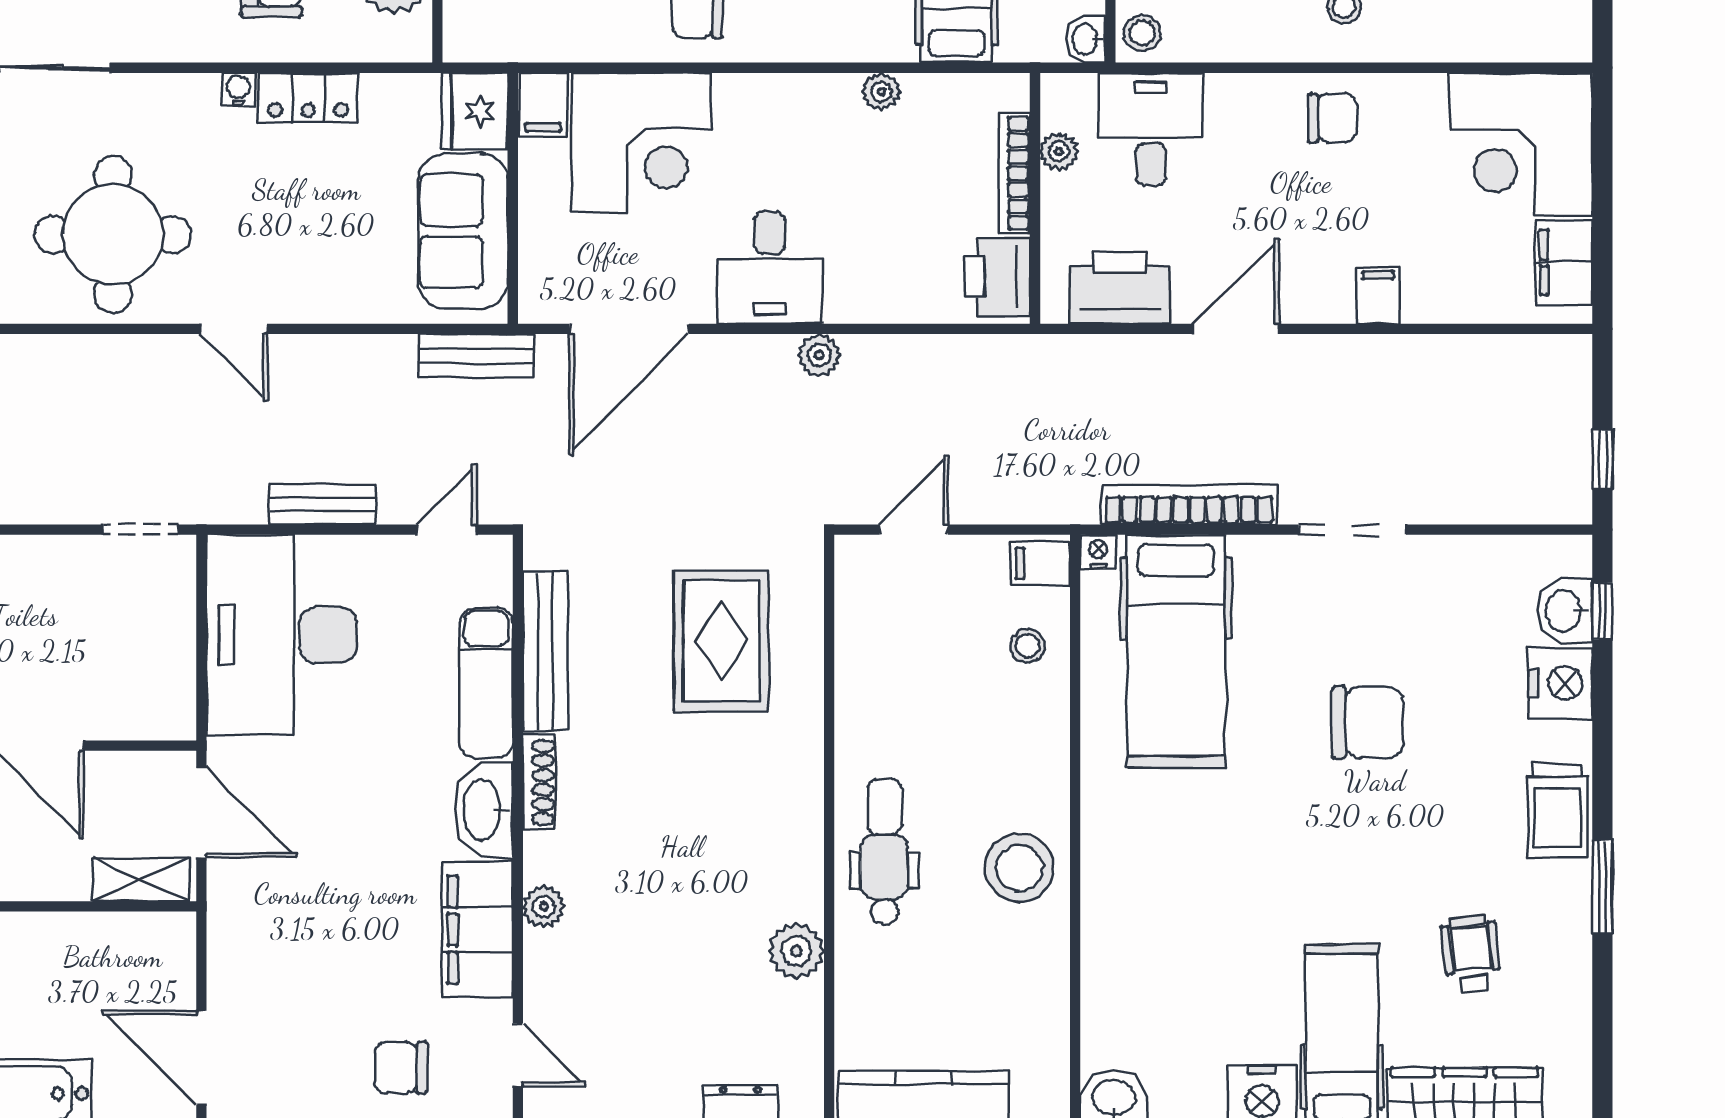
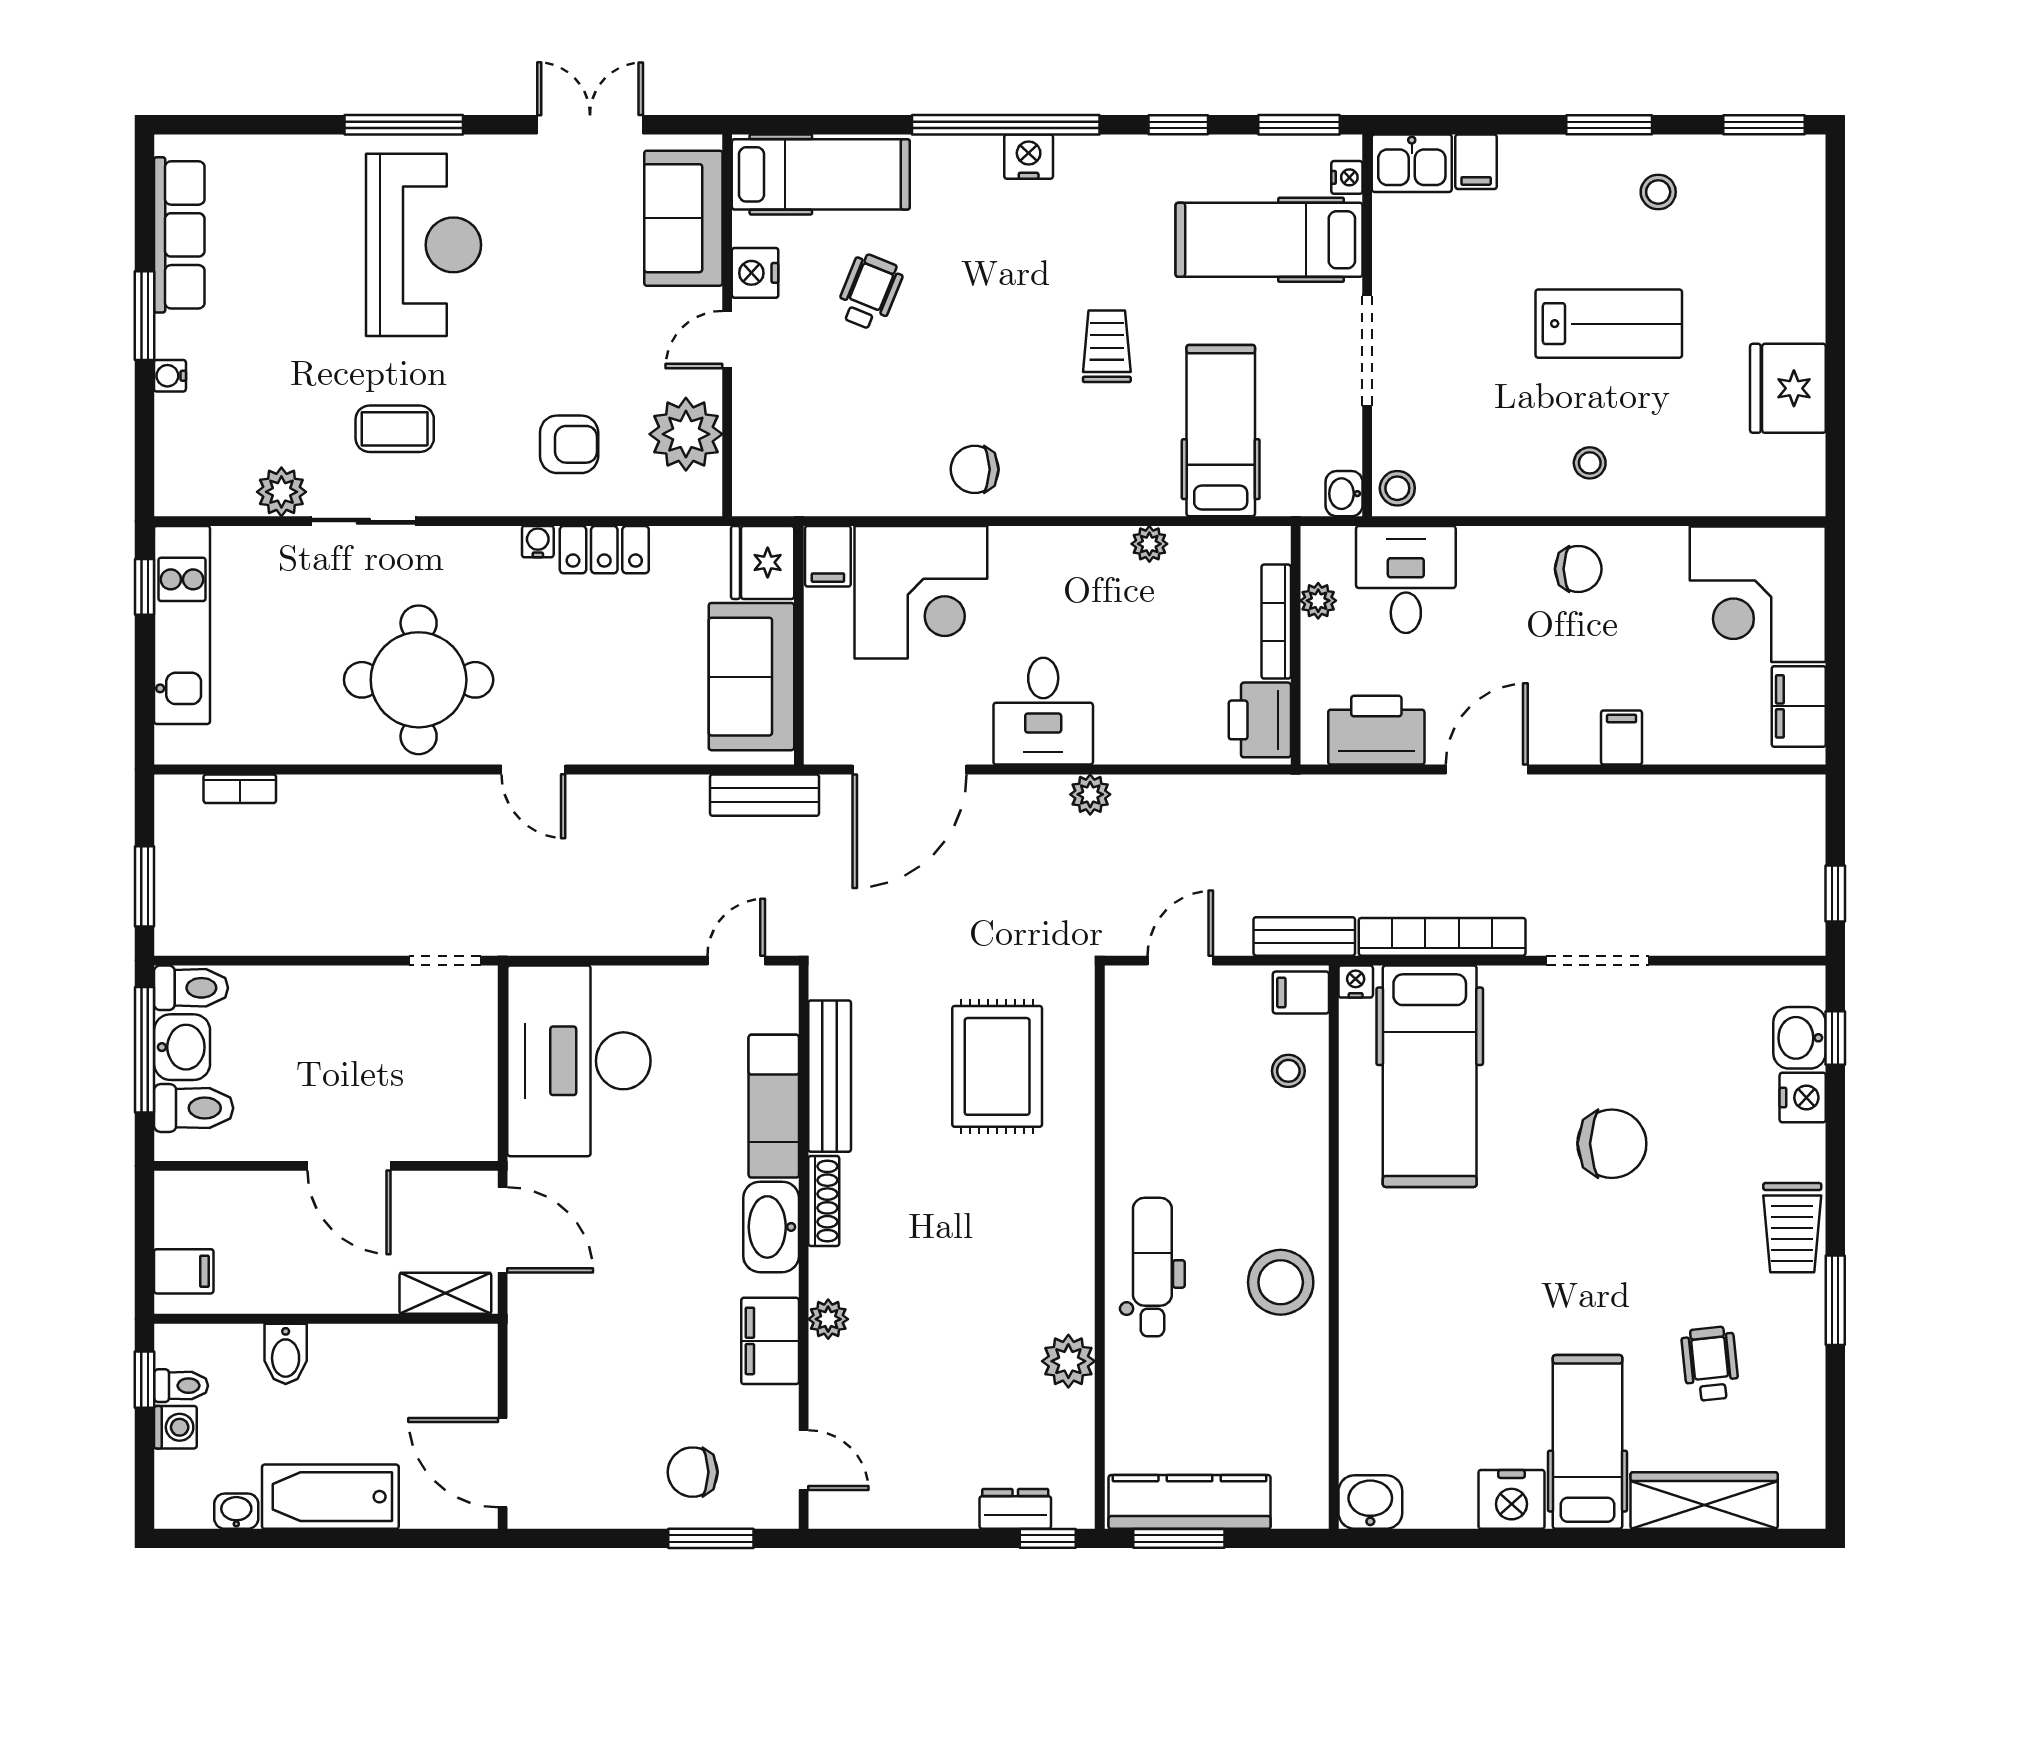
bench: (323, 504) -> (1304, 936), moved
nightstand: (1560, 683) -> (1803, 1098), width x0.74, depth x0.75
filing cabinet: (477, 930) -> (770, 1341), width x0.67, depth x0.86

